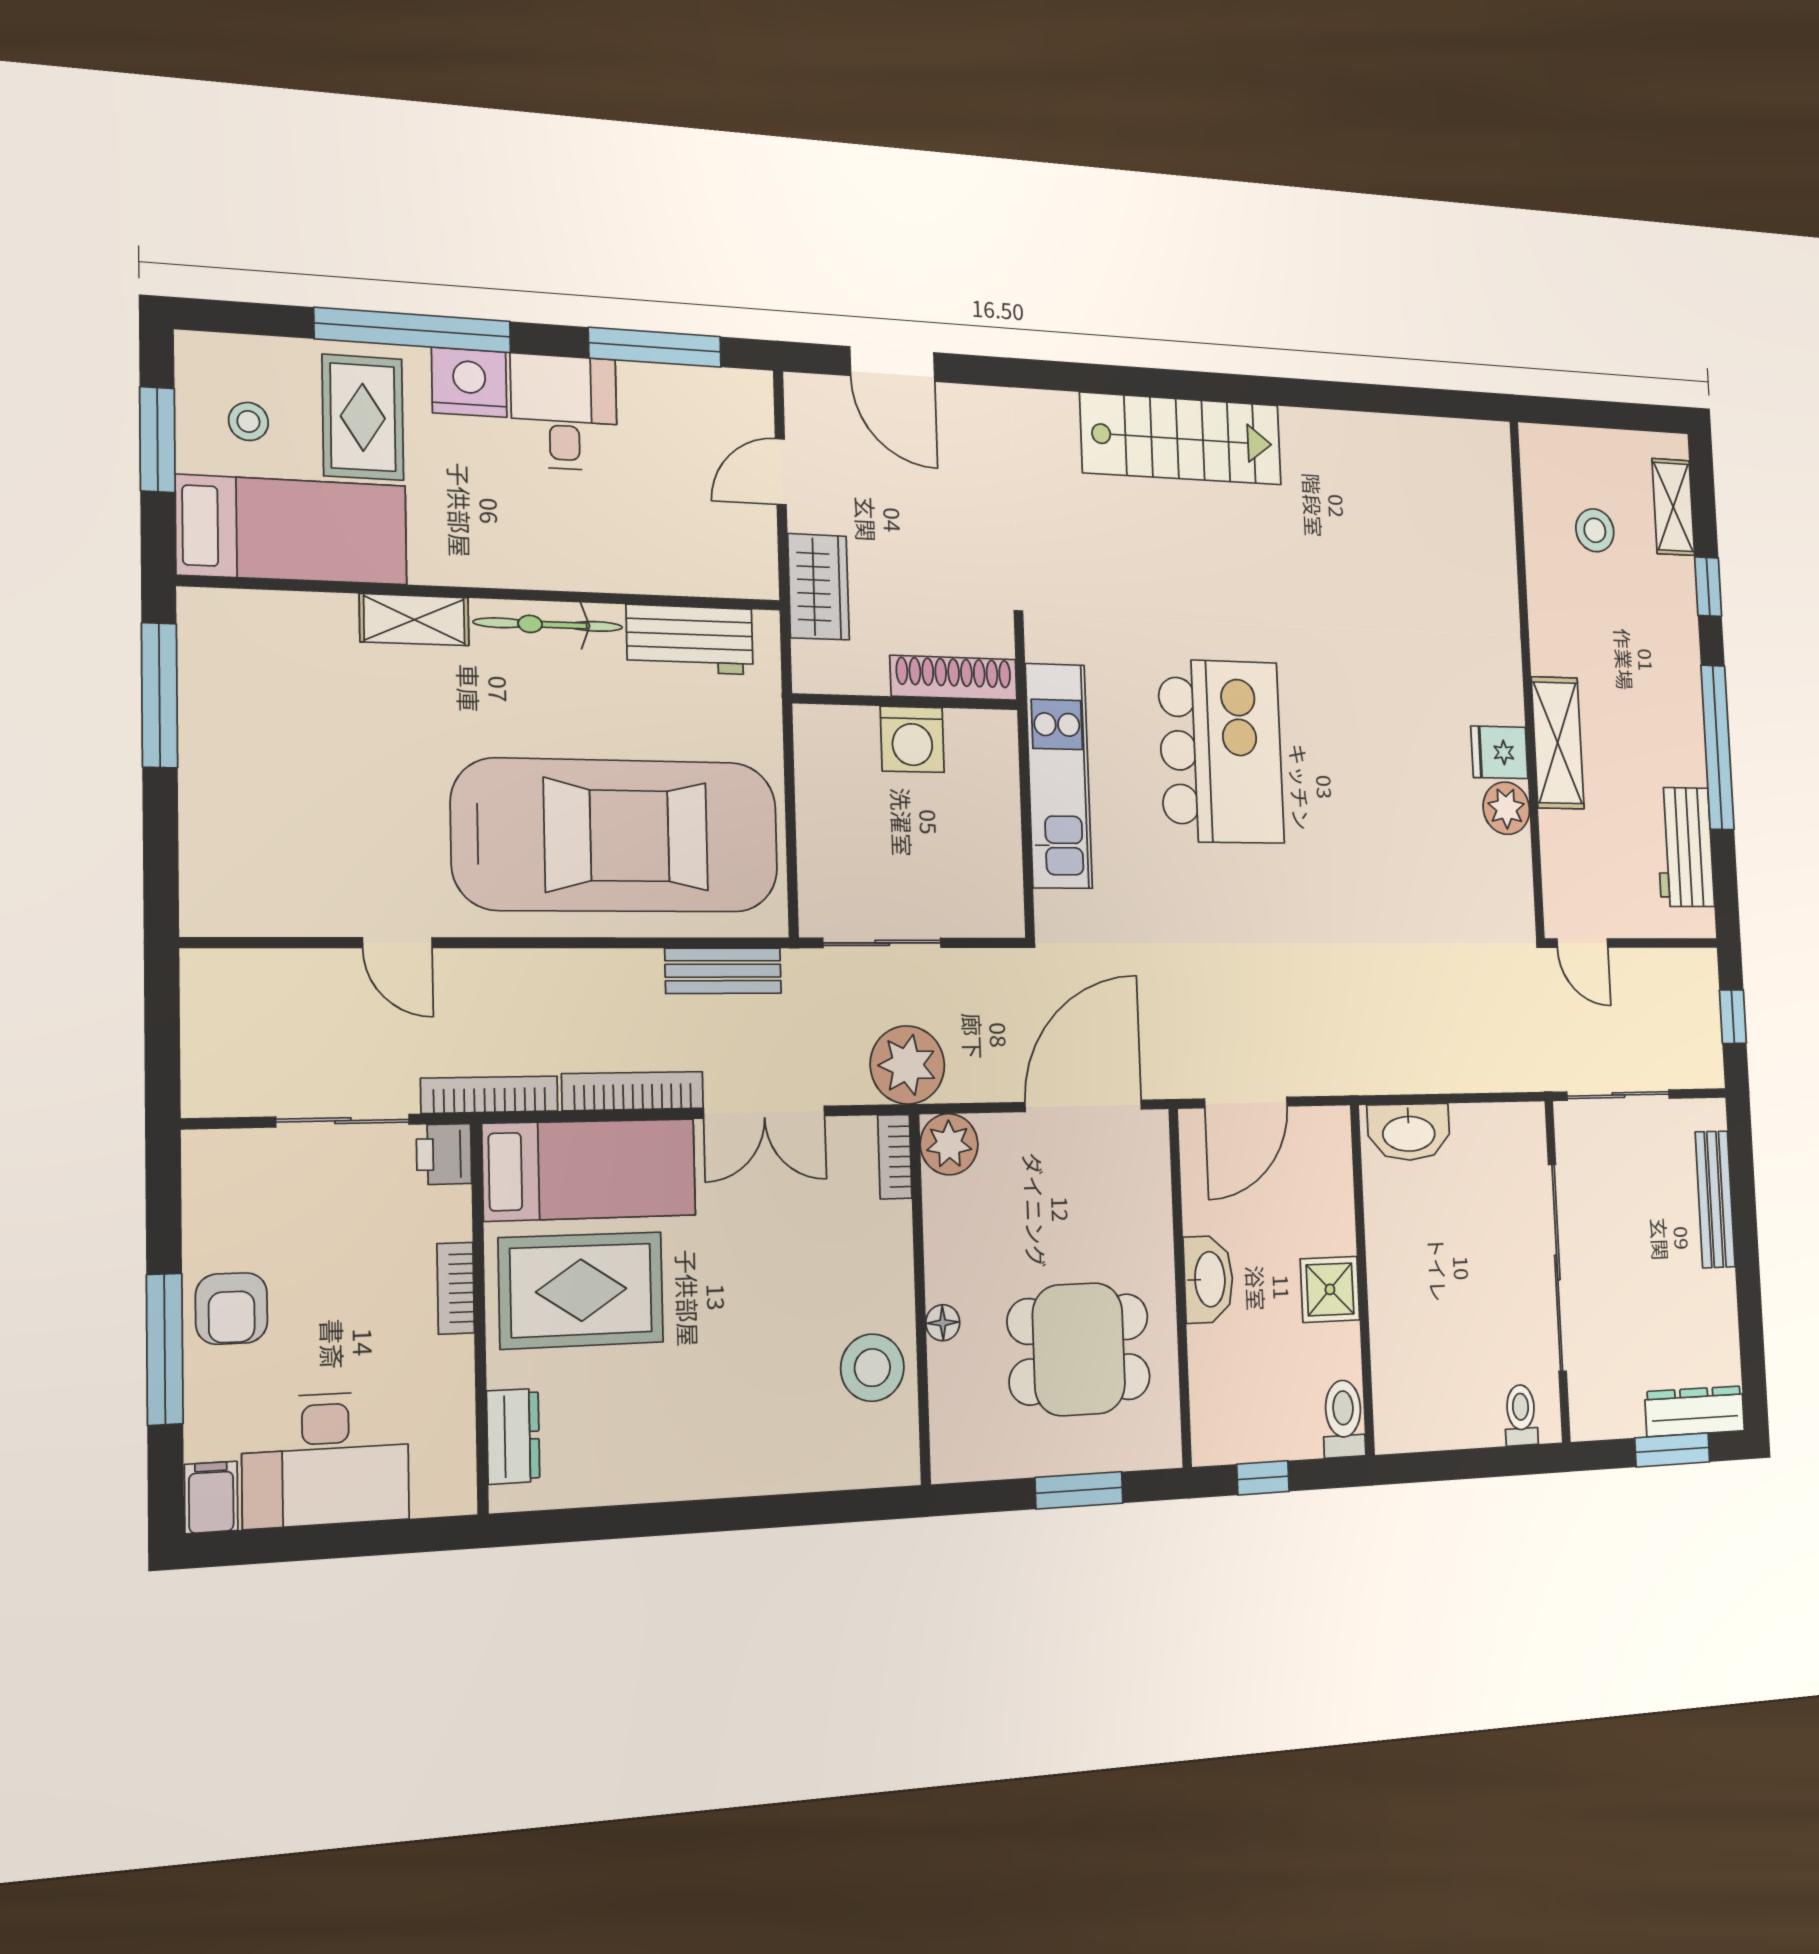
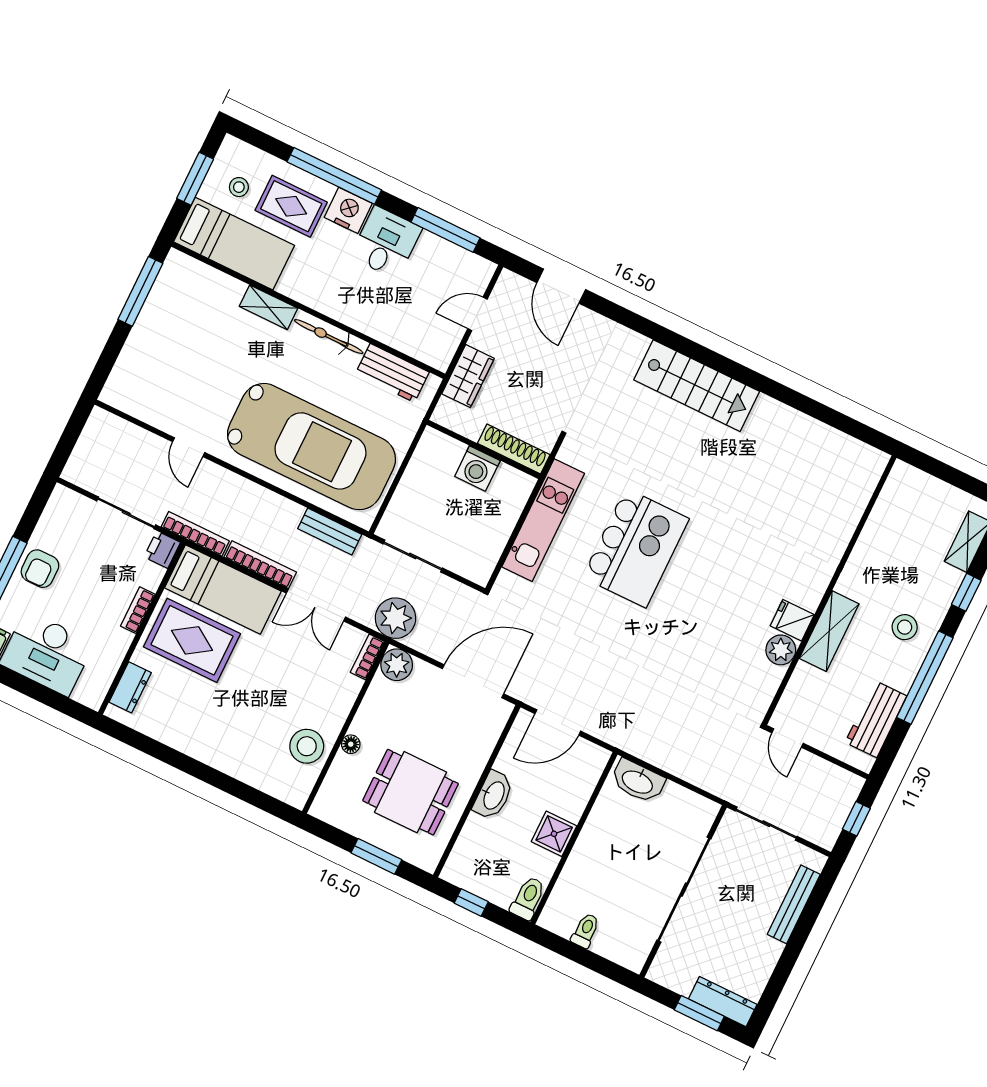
rug: (363, 417) -> (291, 206), turned 90
stool: (1595, 530) -> (905, 627), moved
toilet: (1521, 1415) -> (585, 931), moved

